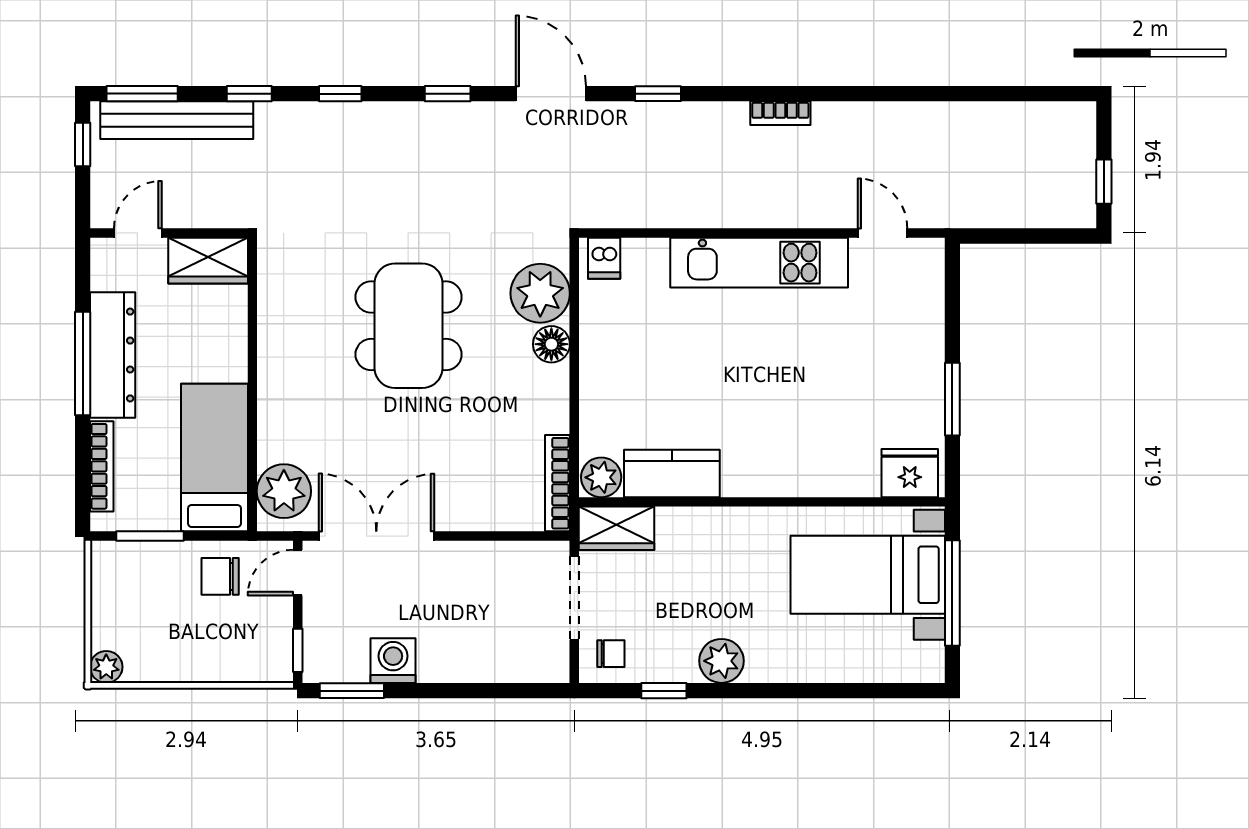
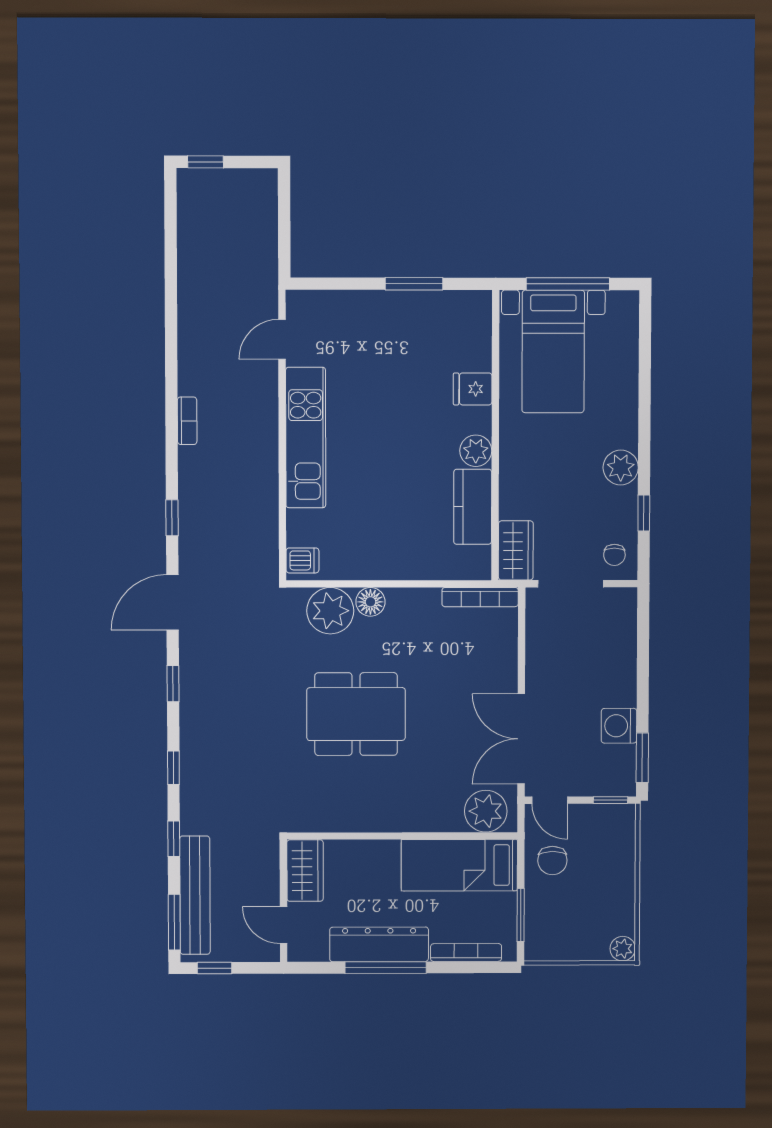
window: (1104, 182) -> (205, 162), moved
fridge: (910, 473) -> (473, 389), moved, width x0.72
plant: (601, 477) -> (476, 451), moved
chair: (611, 654) -> (614, 555), turned 180

